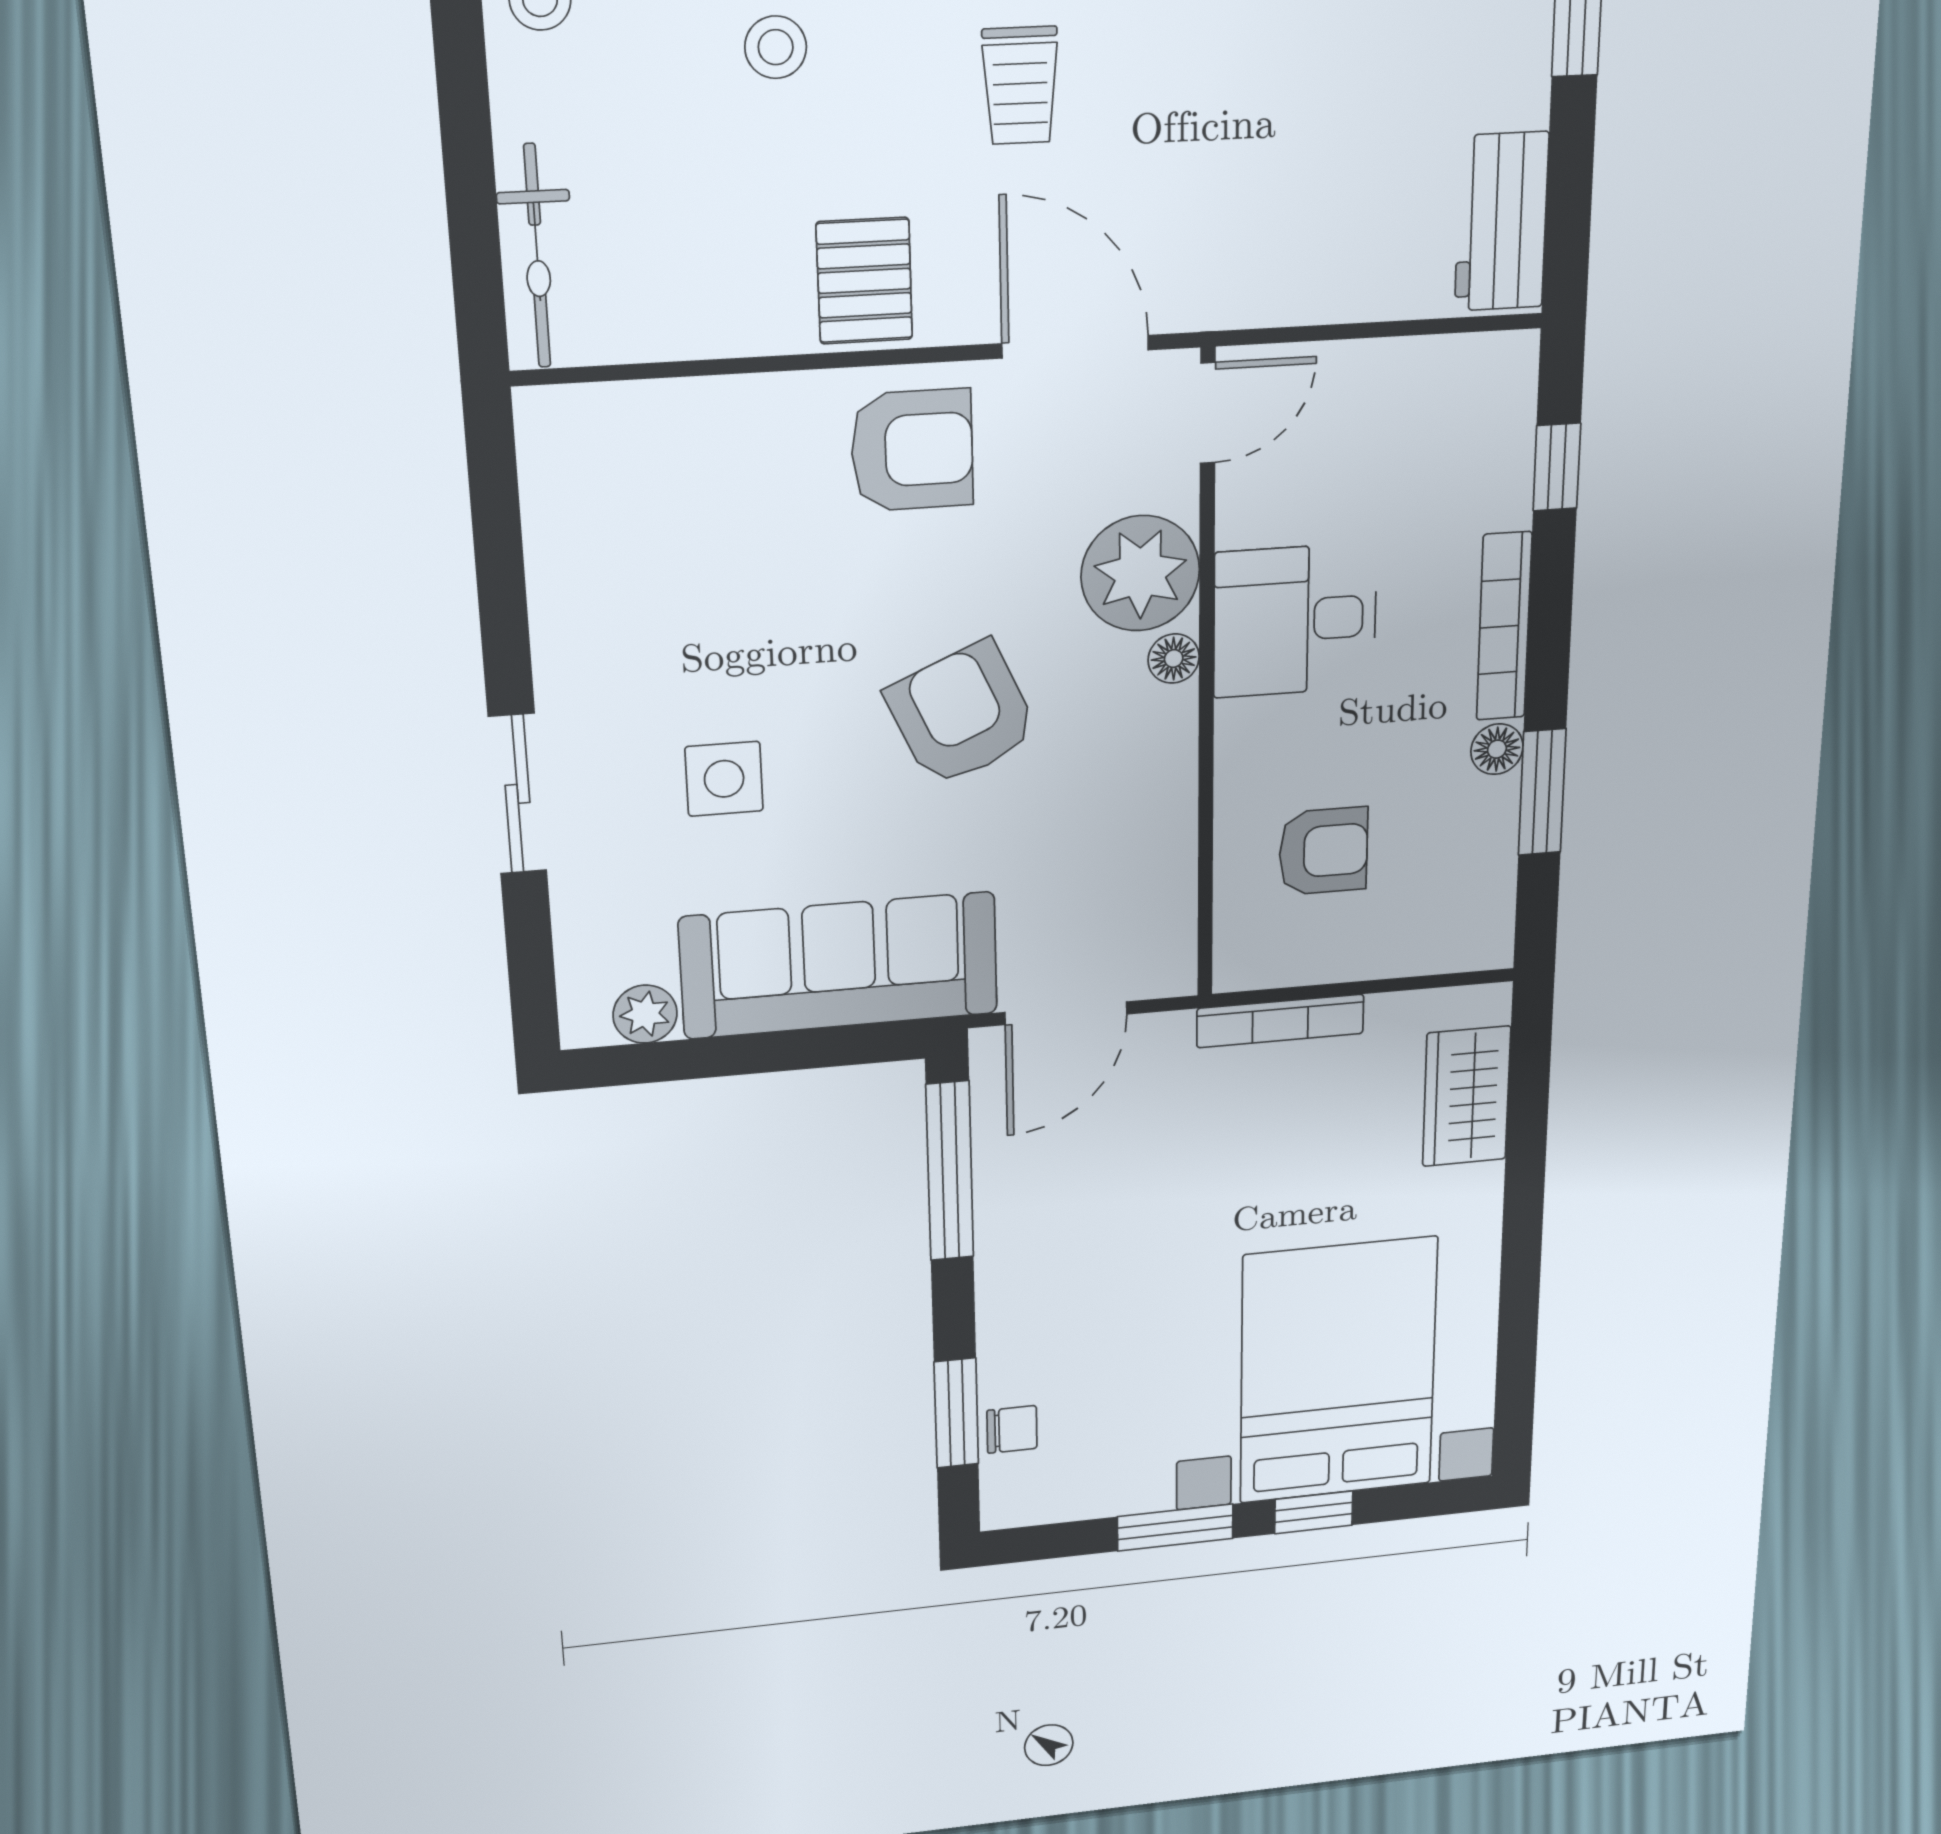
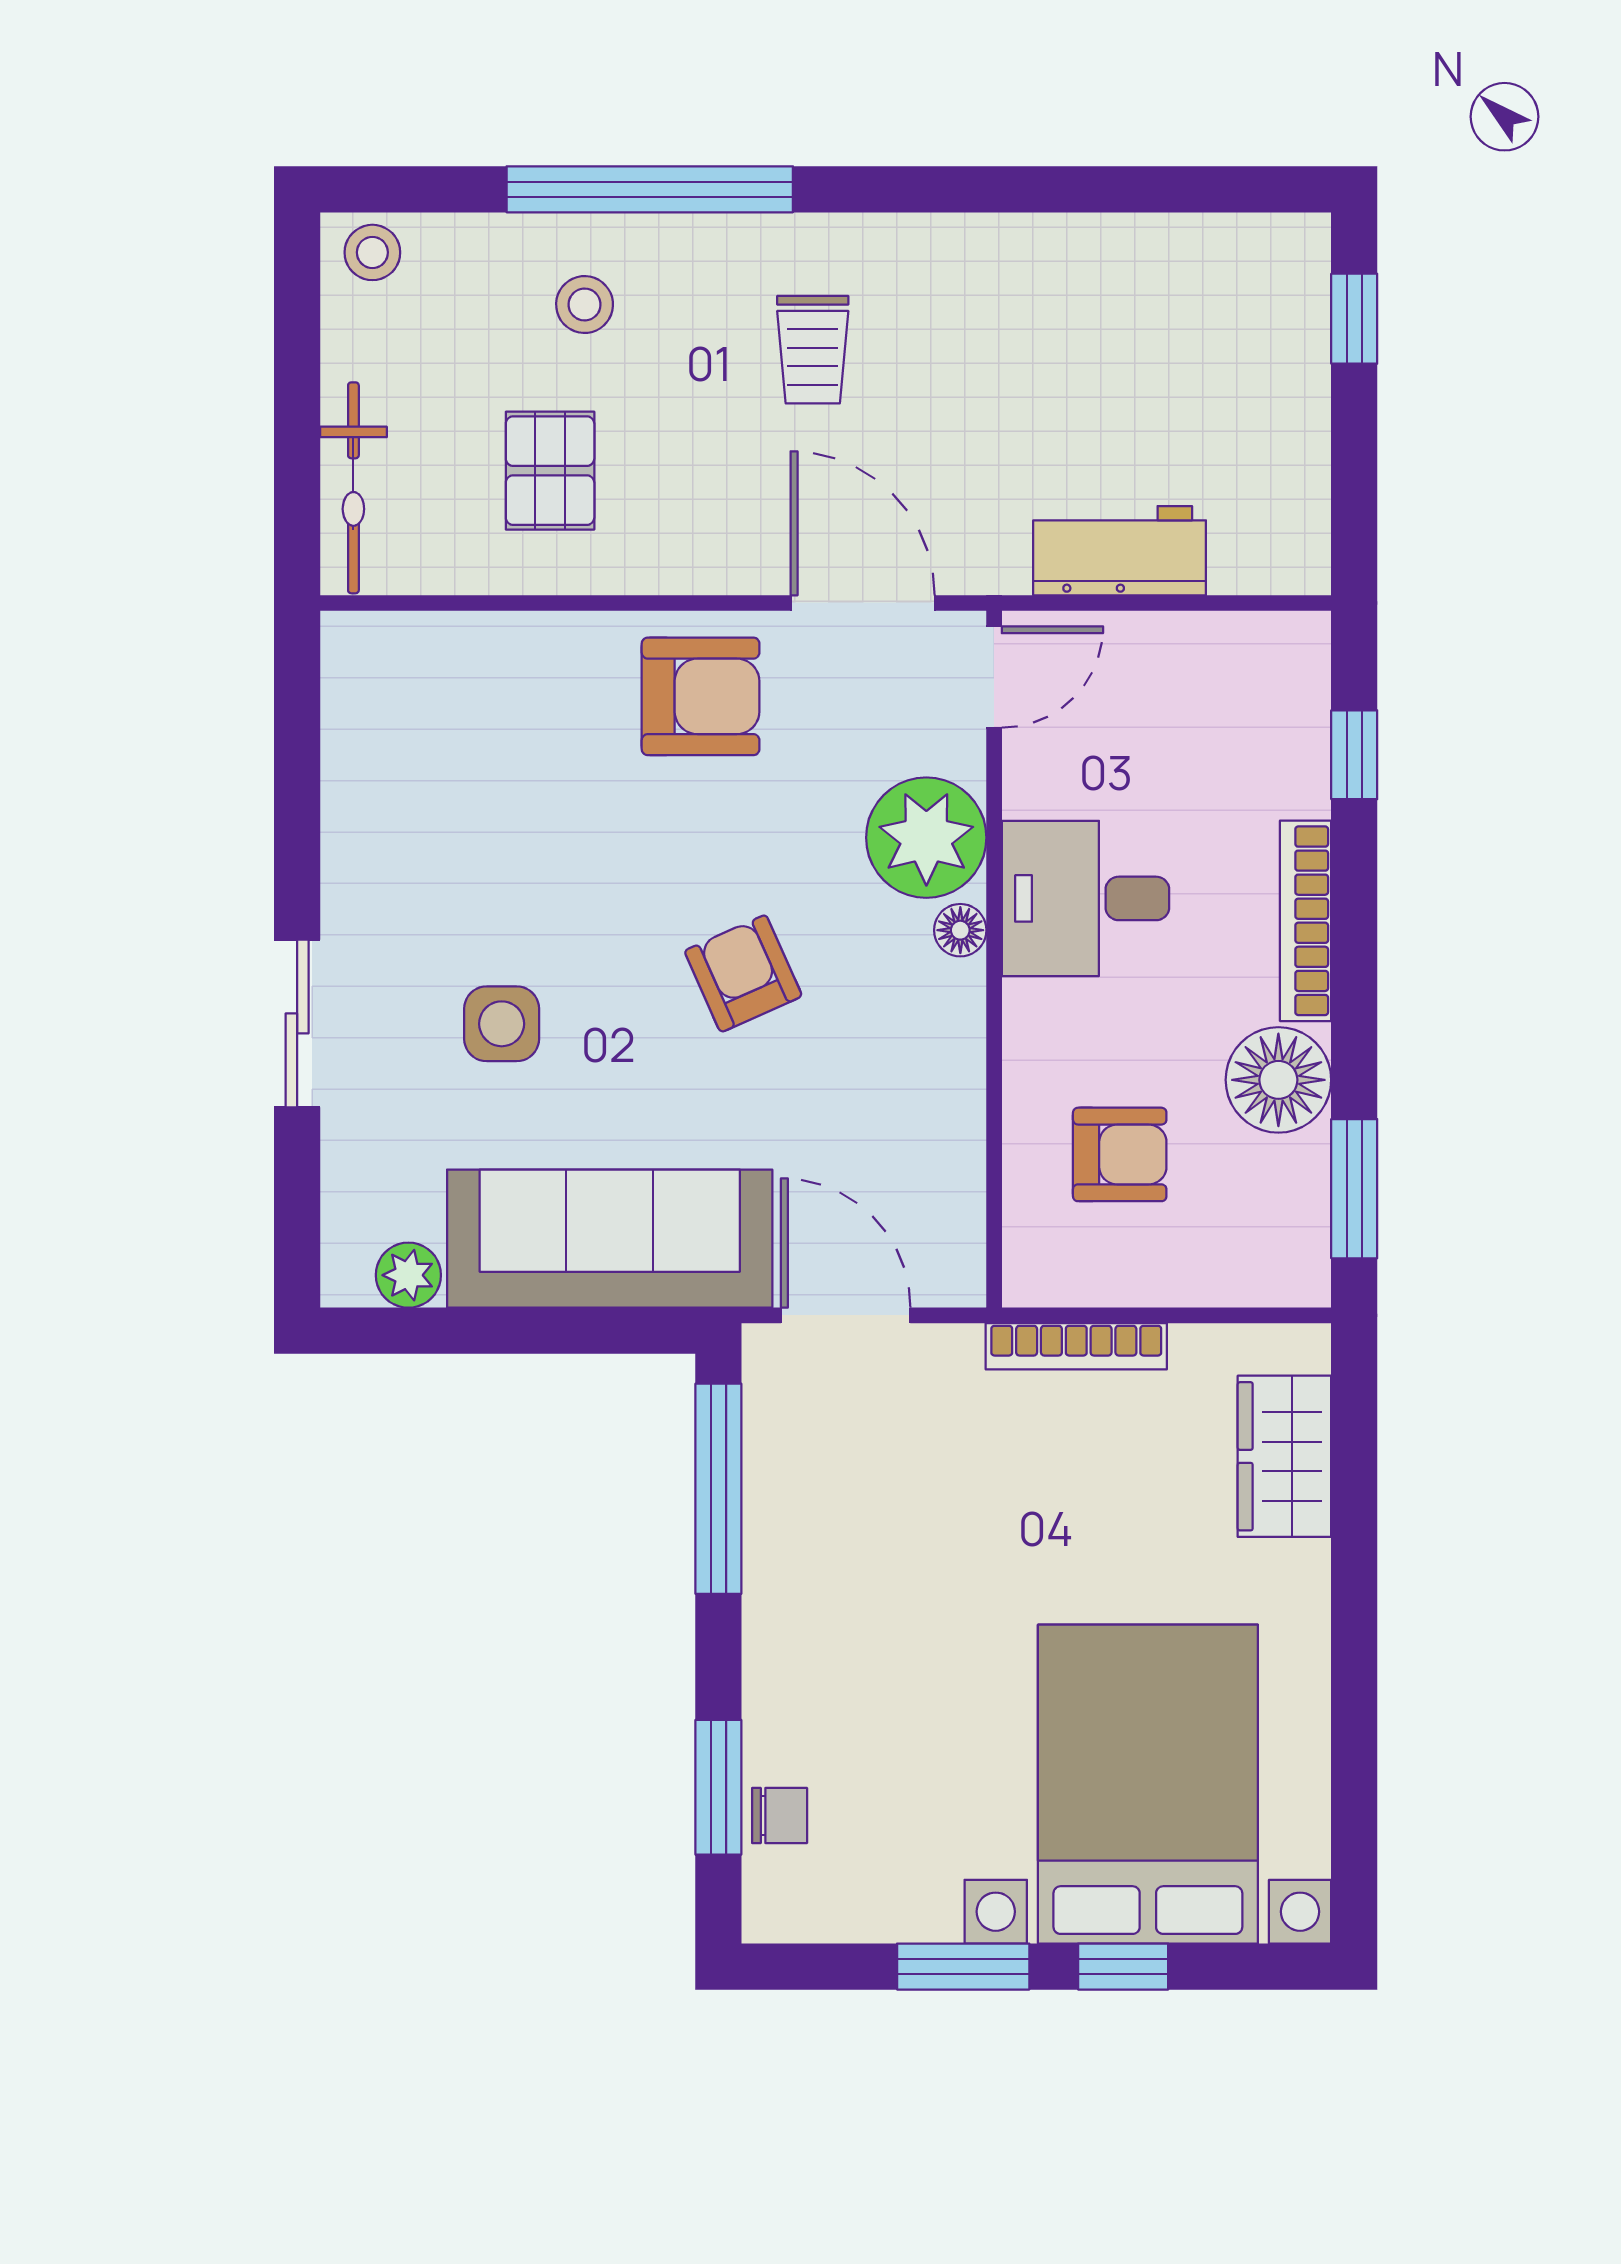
workbench: (1501, 222) -> (1120, 551), moved, turned 90
pallet: (864, 281) -> (550, 471), moved
armchair: (962, 714) -> (743, 973), width x0.72, depth x0.72
floor lamp: (1497, 749) -> (1278, 1080), width x1.89, depth x1.89
window: (1542, 792) -> (1354, 1189), moved
door: (1066, 1013) -> (846, 1315), swing flipped

